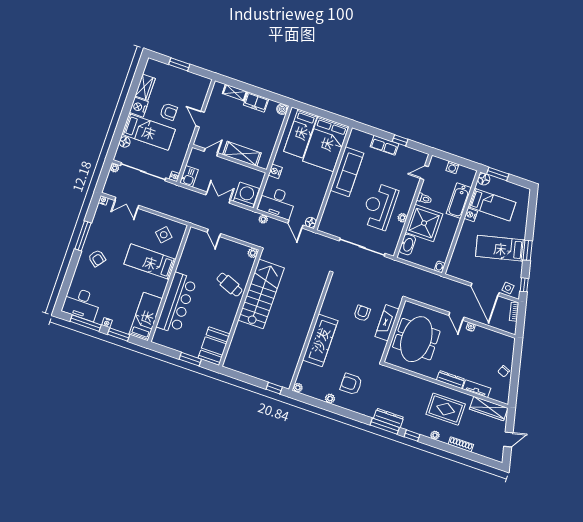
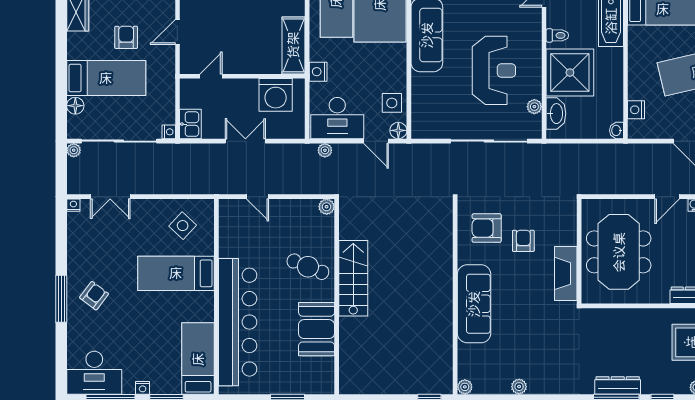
nightstand: (139, 107) -> (79, 46), removed
armchair: (169, 112) -> (126, 37), turned -90
door: (200, 119) -> (177, 32), hinge flipped
shelving: (242, 154) -> (293, 45), moved, turned 90
washing machine: (246, 195) -> (276, 95), moved, turned 180
side table: (312, 205) -> (392, 103), added
reception desk: (379, 206) -> (494, 70), turned 180
nightstand: (471, 215) -> (636, 110), moved
plant: (402, 218) -> (534, 107), moved
window: (83, 236) -> (61, 299), moved
armchair: (97, 258) -> (94, 296), turned -91
stairs: (261, 294) -> (353, 278), width x0.73, depth x0.66
bar counter: (177, 303) -> (238, 322), width x1.36
door: (456, 316) -> (667, 197), hinge flipped
fireplace: (387, 323) -> (566, 273), moved
booth: (214, 346) -> (317, 329), moved
armchair: (351, 384) -> (487, 228), moved

